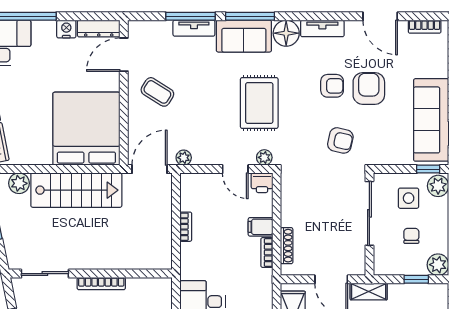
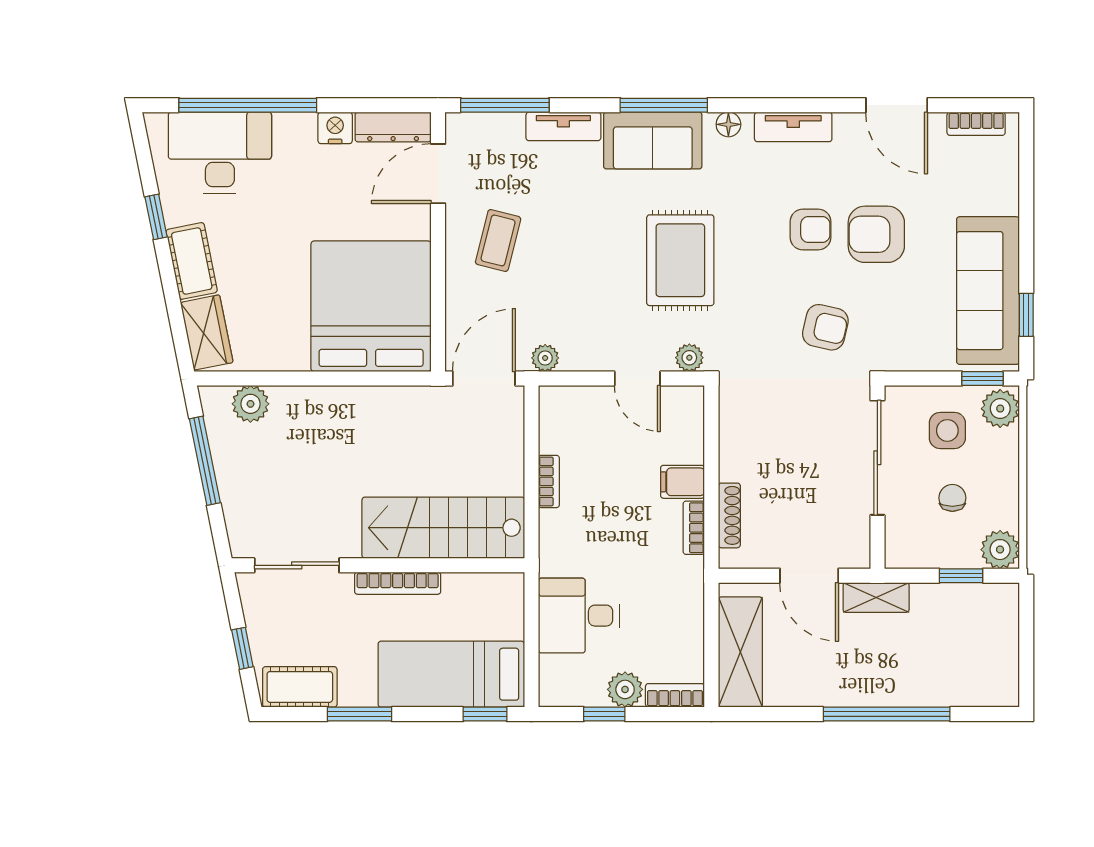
window: (190, 16) -> (505, 105), moved
floor lamp: (286, 33) -> (728, 124), width x0.53, depth x0.53
armchair: (369, 88) -> (876, 234), turned -90
coffee table: (157, 92) -> (498, 240), turned 72
printer: (262, 183) -> (685, 403), removed
stairs: (76, 190) -> (443, 528), moved, turned 180

